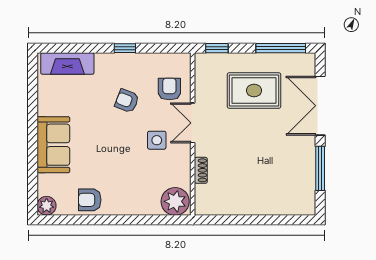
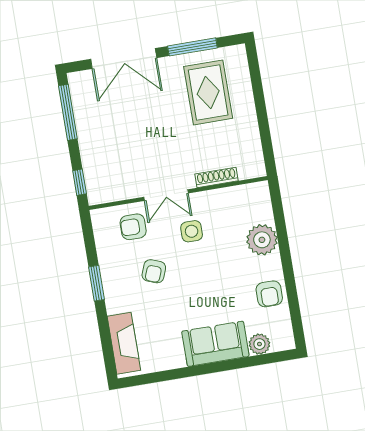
window: (125, 48) -> (96, 283), width x1.50
rug: (254, 90) -> (208, 92), moved
shoe rack: (201, 170) -> (216, 177), width x1.43
plant: (175, 201) -> (262, 240), moved
plant: (47, 206) -> (259, 344), moved

